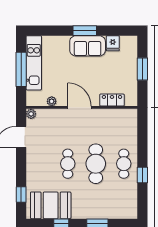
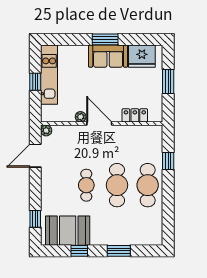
fridge: (113, 43) -> (142, 56), width x1.88, depth x1.34
window: (21, 69) -> (35, 82), width x0.46
plant: (52, 101) -> (81, 117), moved
cafe table: (124, 164) -> (148, 185), width x1.37, depth x1.35
window: (142, 175) -> (168, 161), moved

